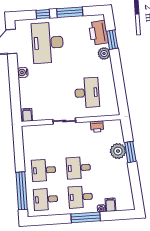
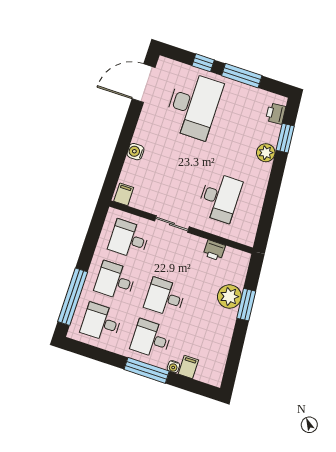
printer: (98, 33) -> (276, 114), width x0.53, depth x0.68
desk: (48, 43) -> (193, 105), turned 180
water cooler: (23, 72) -> (135, 152), moved
desk: (42, 141) -> (129, 239), added

